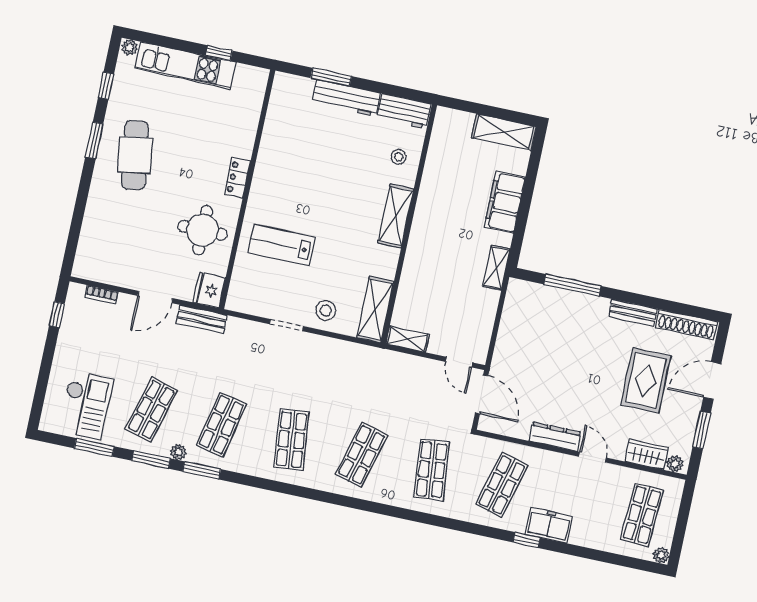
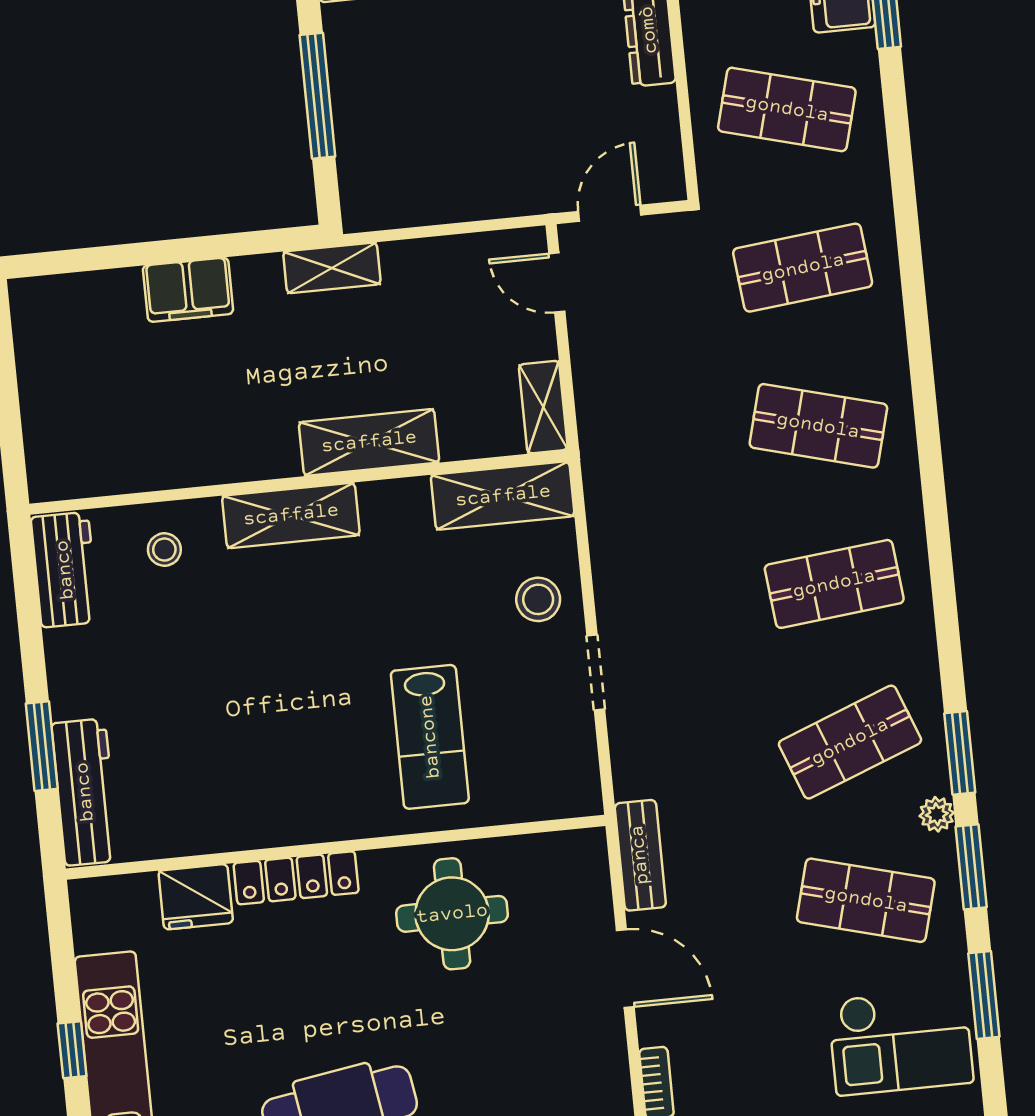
window: (219, 53) -> (72, 1050), moved
workbench: (346, 98) -> (85, 792), moved
shelving: (504, 132) -> (369, 442), moved, turned 90
locker: (237, 178) -> (296, 878), width x1.53
filing cabinet: (505, 202) -> (188, 290), width x0.67, depth x0.86
fridge: (209, 290) -> (196, 897), moved
door: (459, 362) -> (557, 283), swing flipped
door: (482, 394) -> (610, 213), width x0.73
checkout: (86, 405) -> (901, 1041), turned 180
shop shelf: (221, 425) -> (850, 742), turned -33

